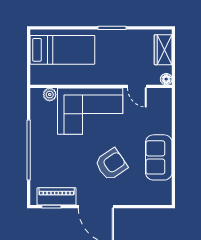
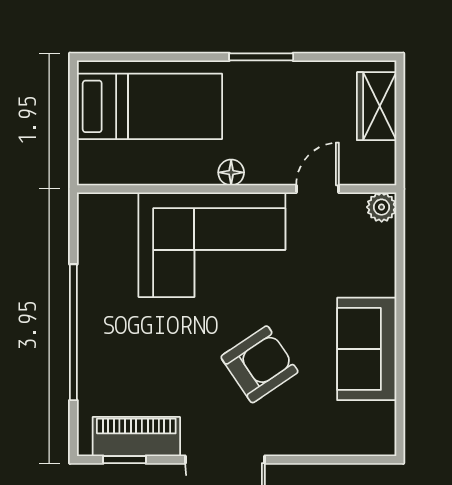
floor lamp: (166, 79) -> (231, 172), moved
door: (137, 86) -> (318, 189), swing flipped
plant: (50, 95) -> (382, 207), moved

